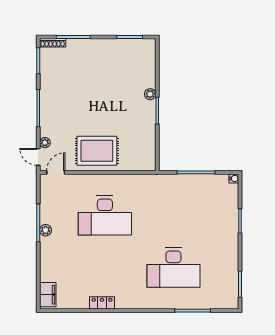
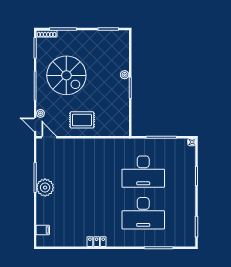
spiral stairs: (77, 95) -> (66, 75), added
rug: (97, 151) -> (82, 120), width x0.73, depth x0.70
door: (56, 172) -> (49, 137), hinge flipped
desk: (105, 215) -> (143, 172), moved
plant: (45, 230) -> (45, 188), width x1.87, depth x1.87
filing cabinet: (48, 295) -> (43, 230), width x0.50
locker: (102, 303) -> (97, 242), moved

